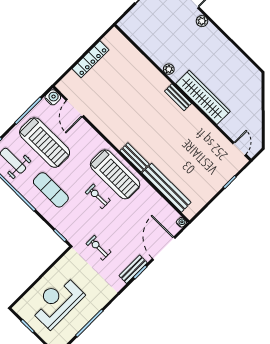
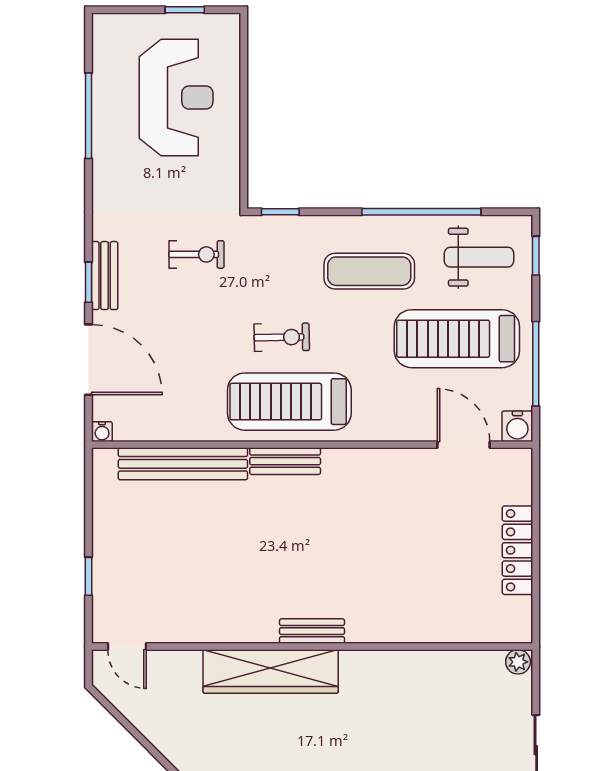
plant: (169, 69) -> (518, 662), moved

